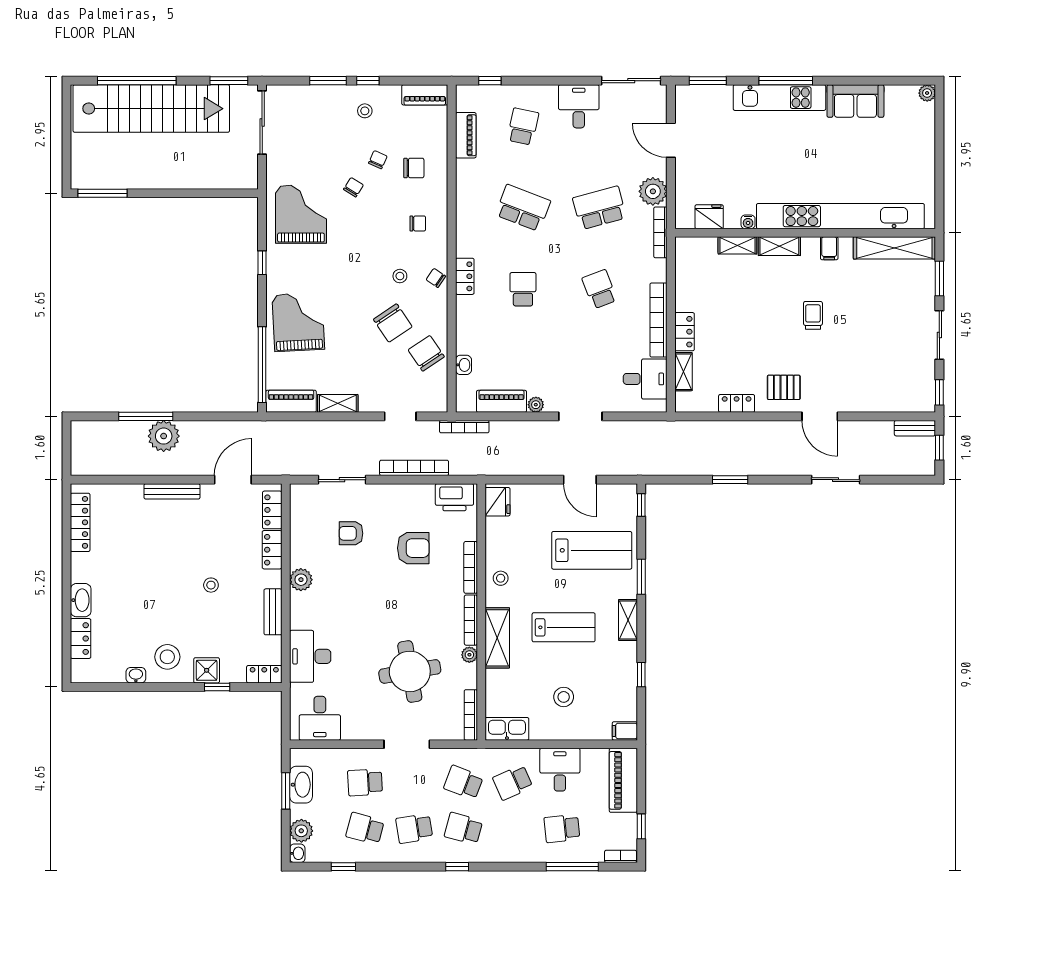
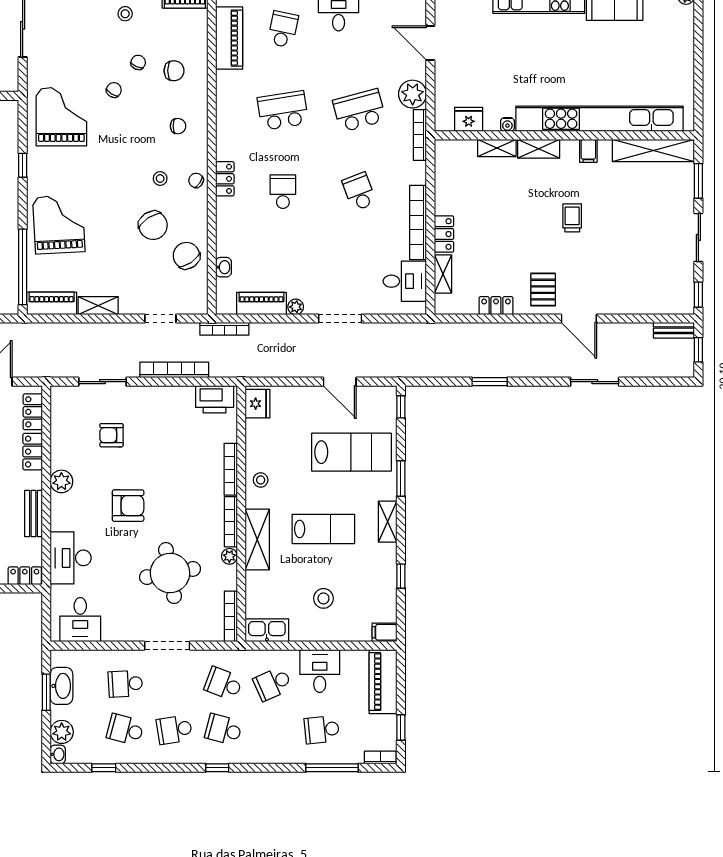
piano: (466, 135) -> (229, 38), width x1.37, depth x1.33
school desk: (523, 208) -> (283, 111), turned -30
pallet: (784, 387) -> (543, 290), turned 90
armchair: (413, 548) -> (128, 506), moved

